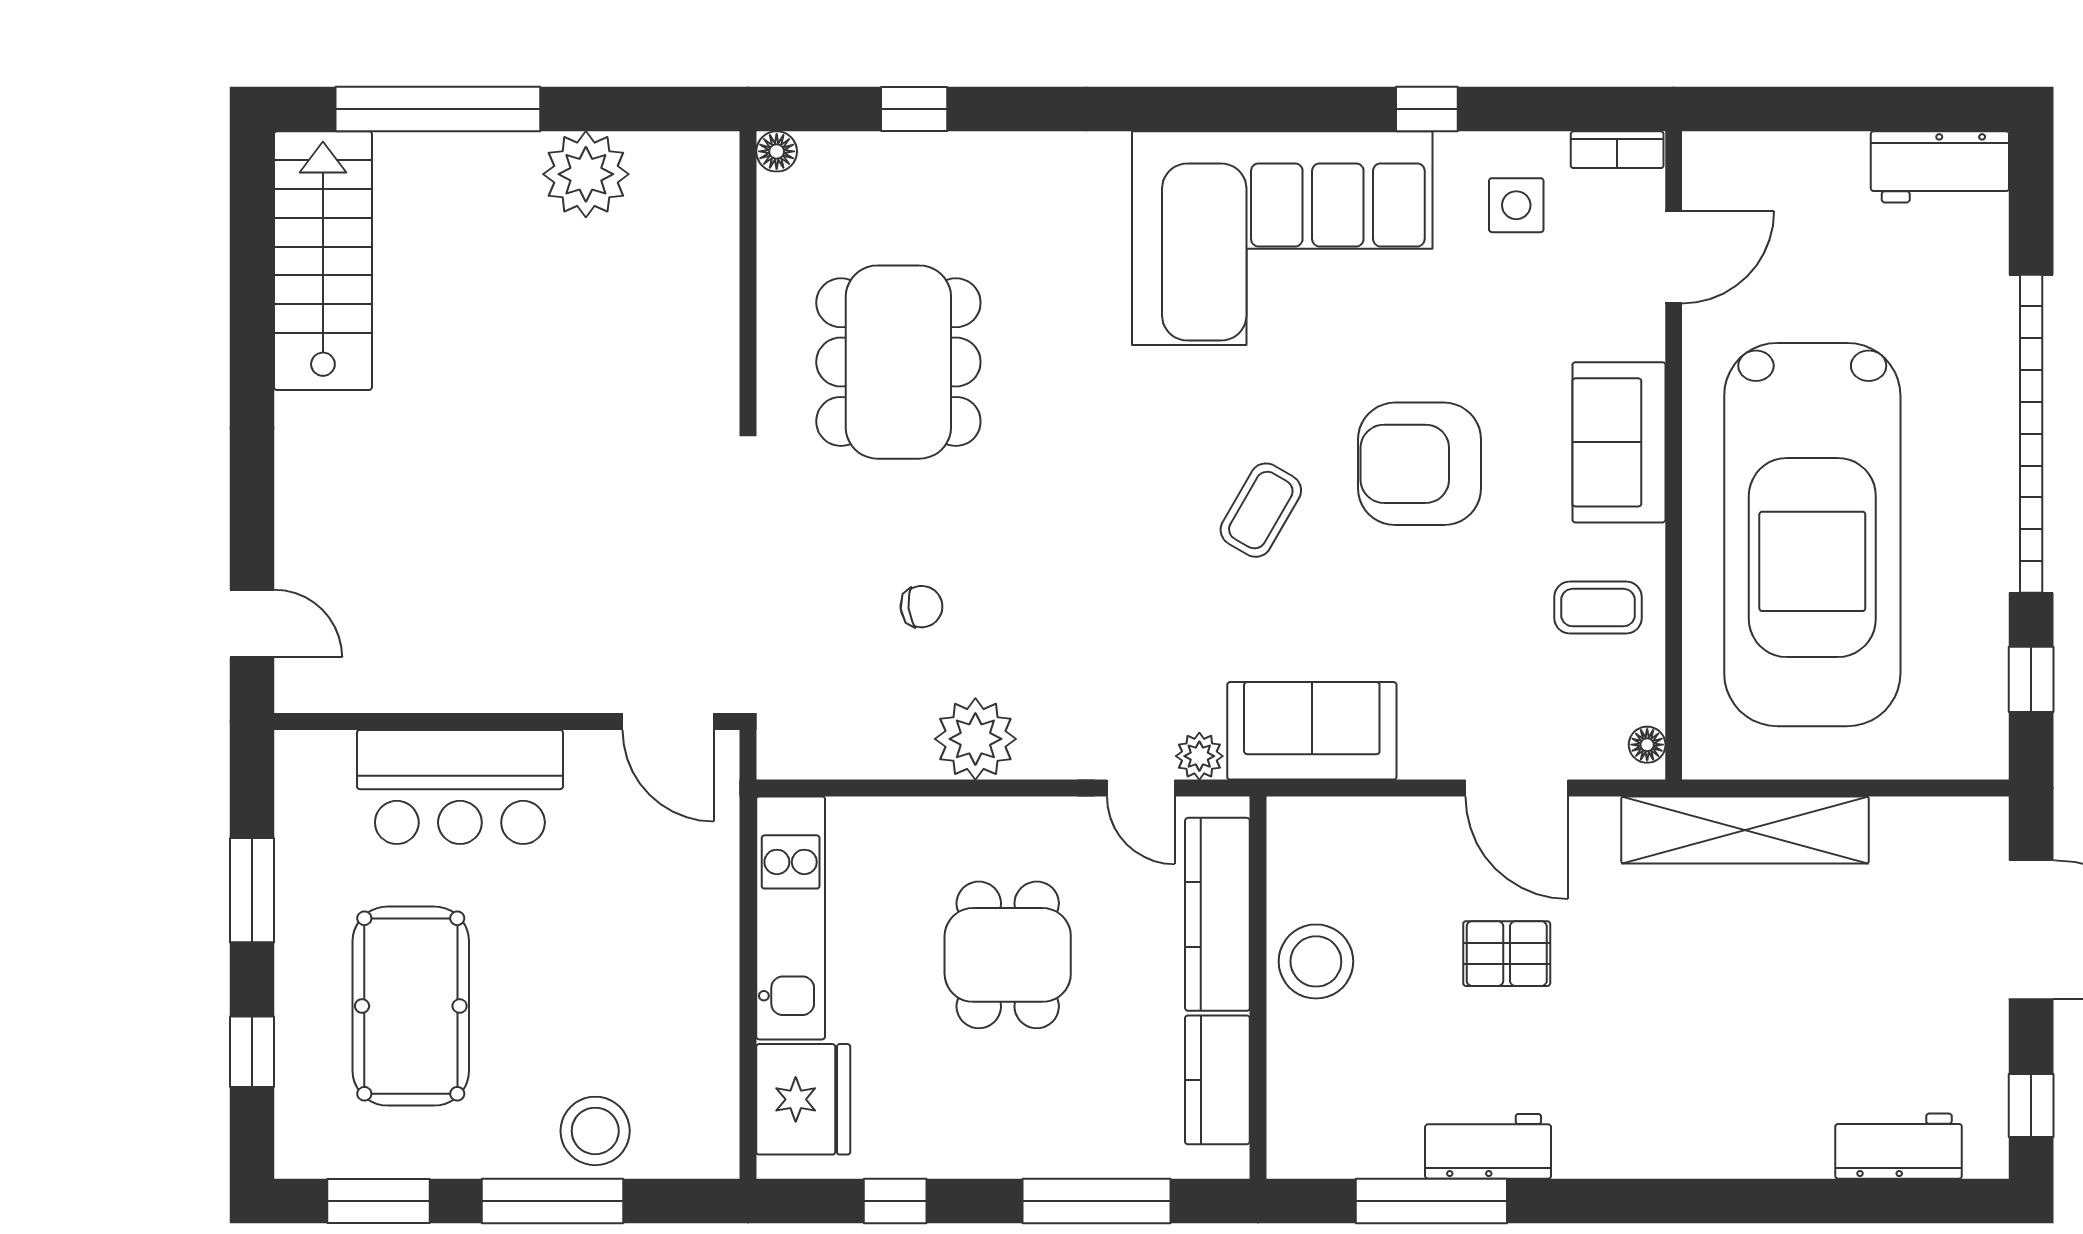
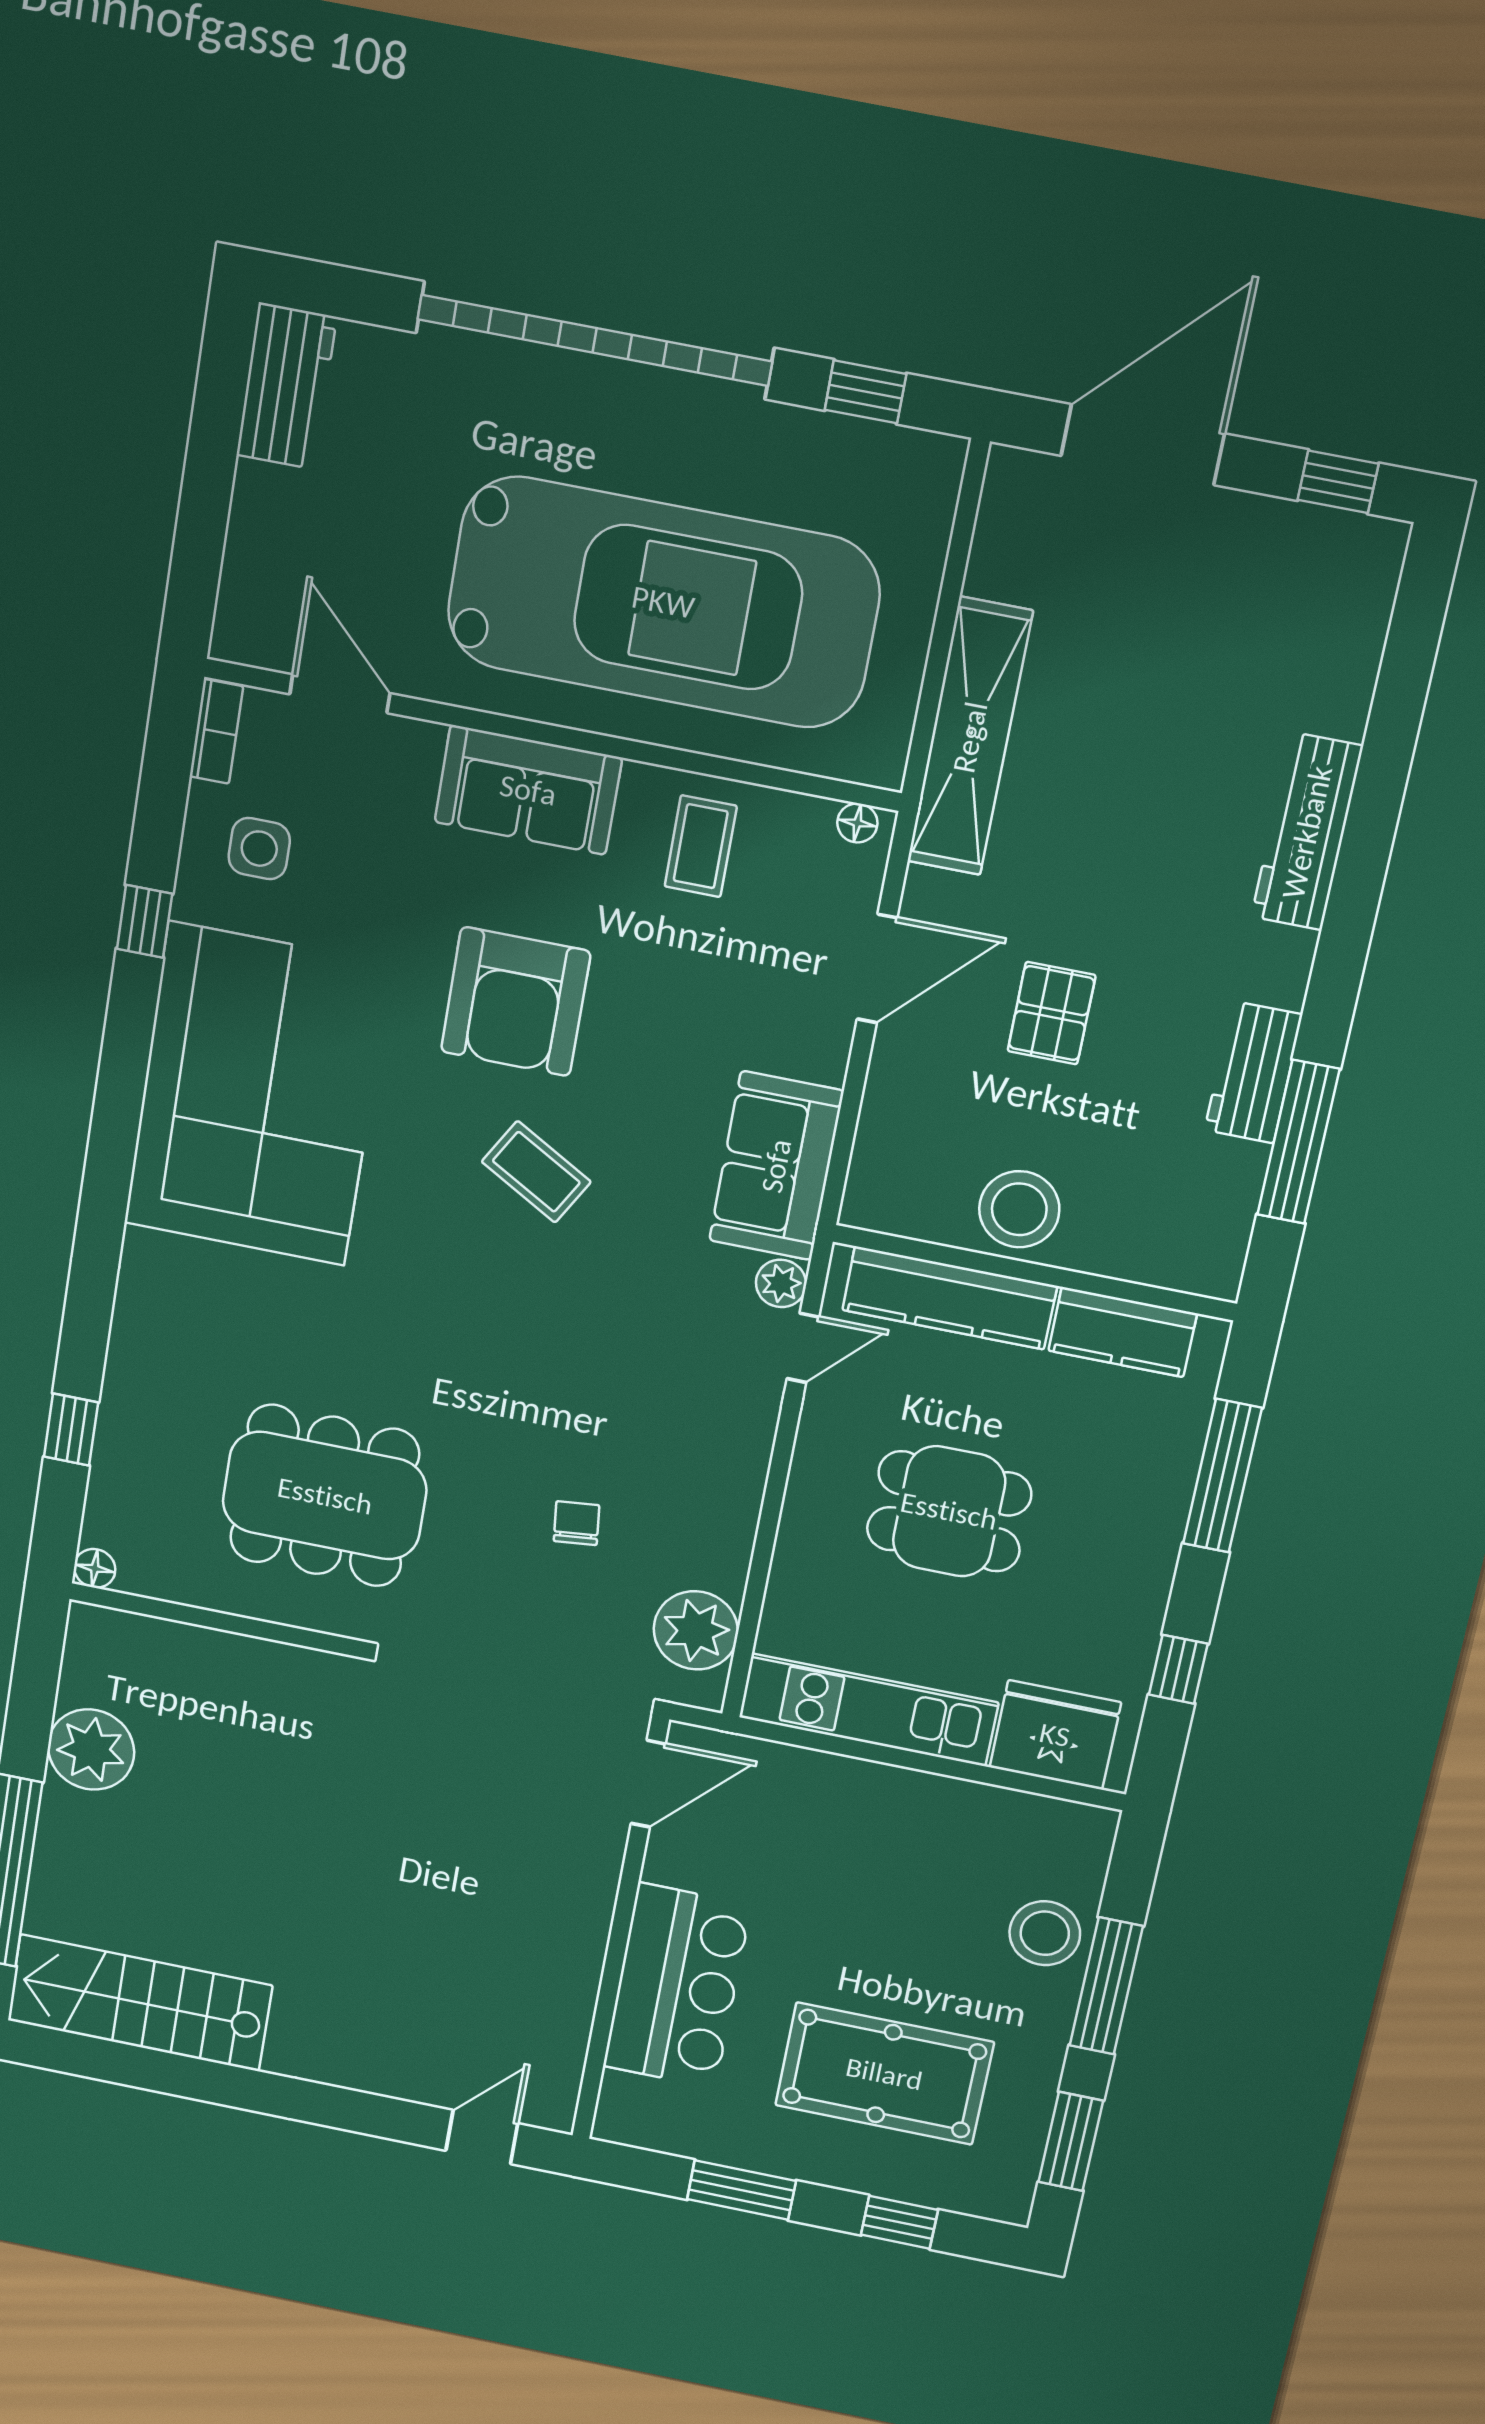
plant: (975, 739) -> (696, 1630), moved
workbench: (1899, 1146) -> (1307, 832), moved, width x1.37

